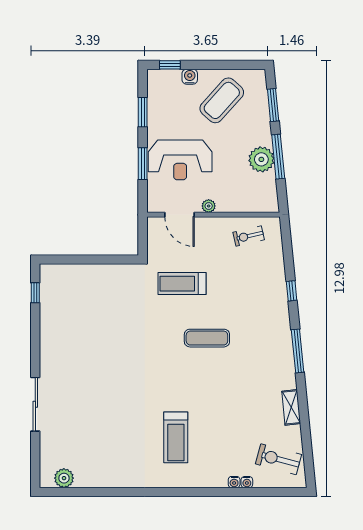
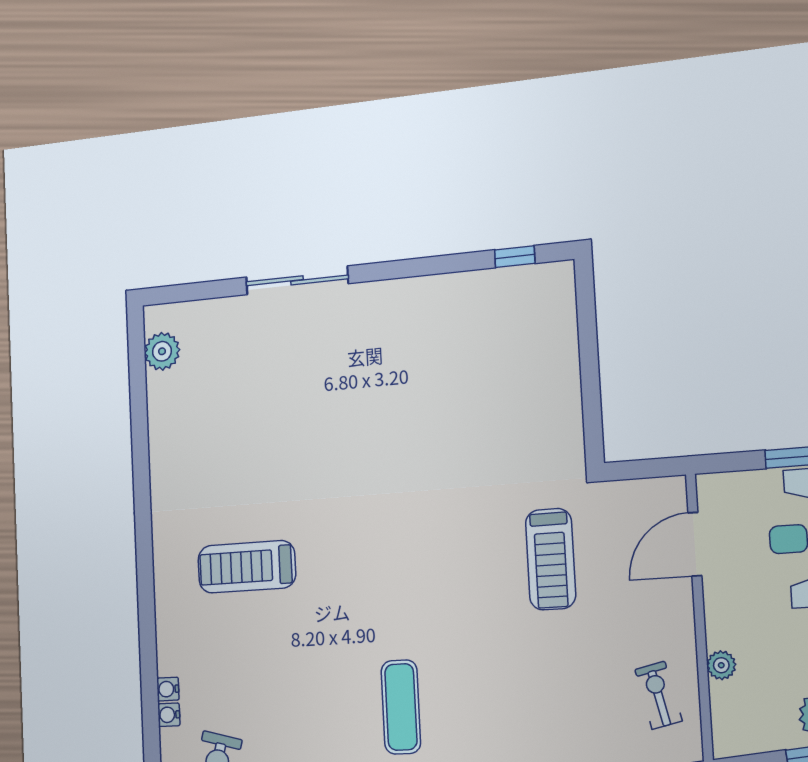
plant: (209, 206) -> (721, 665), moved
treadmill: (182, 284) -> (551, 559), turned 180
exercise mat: (207, 338) -> (401, 707), moved

